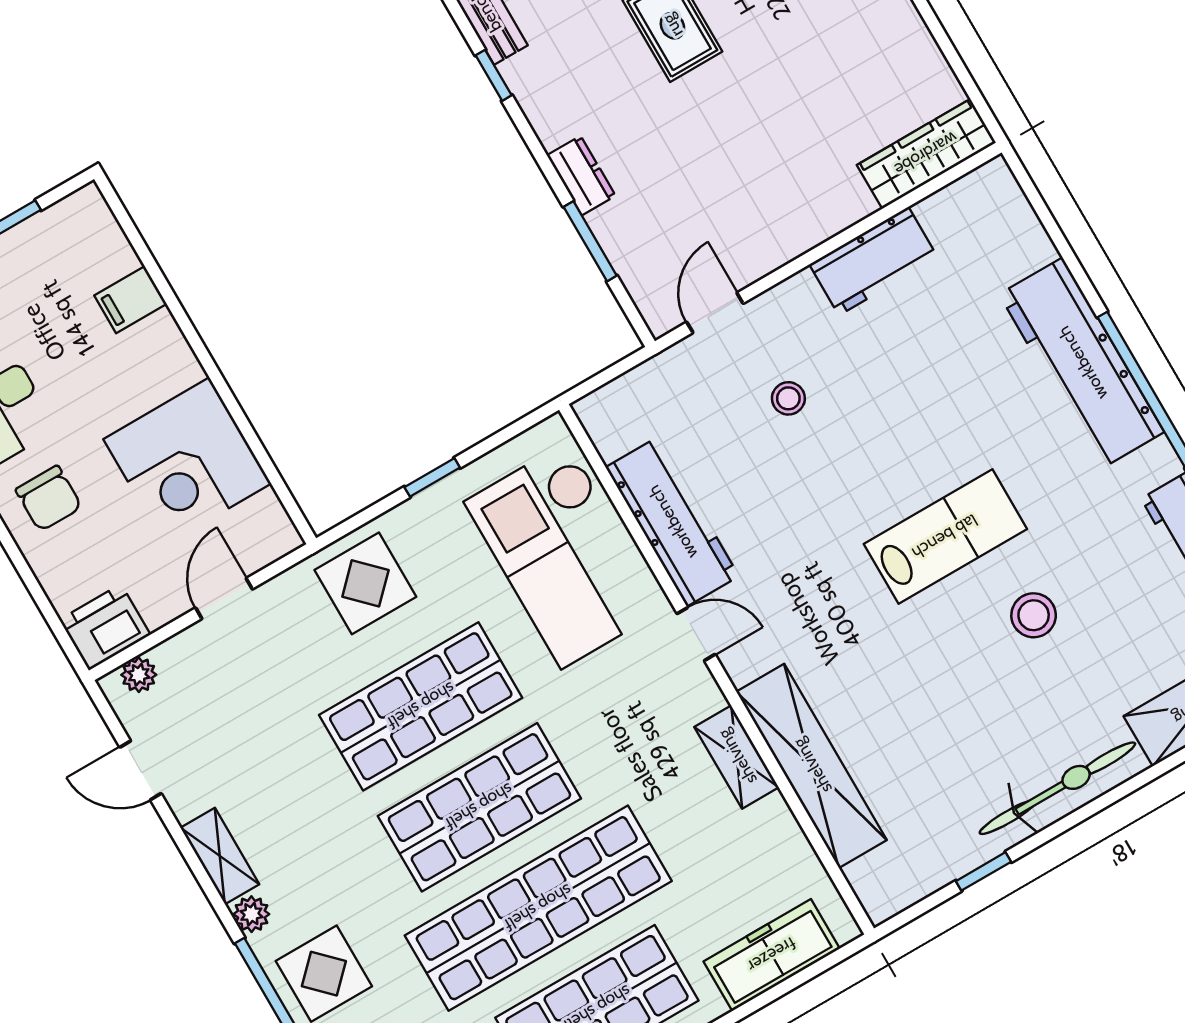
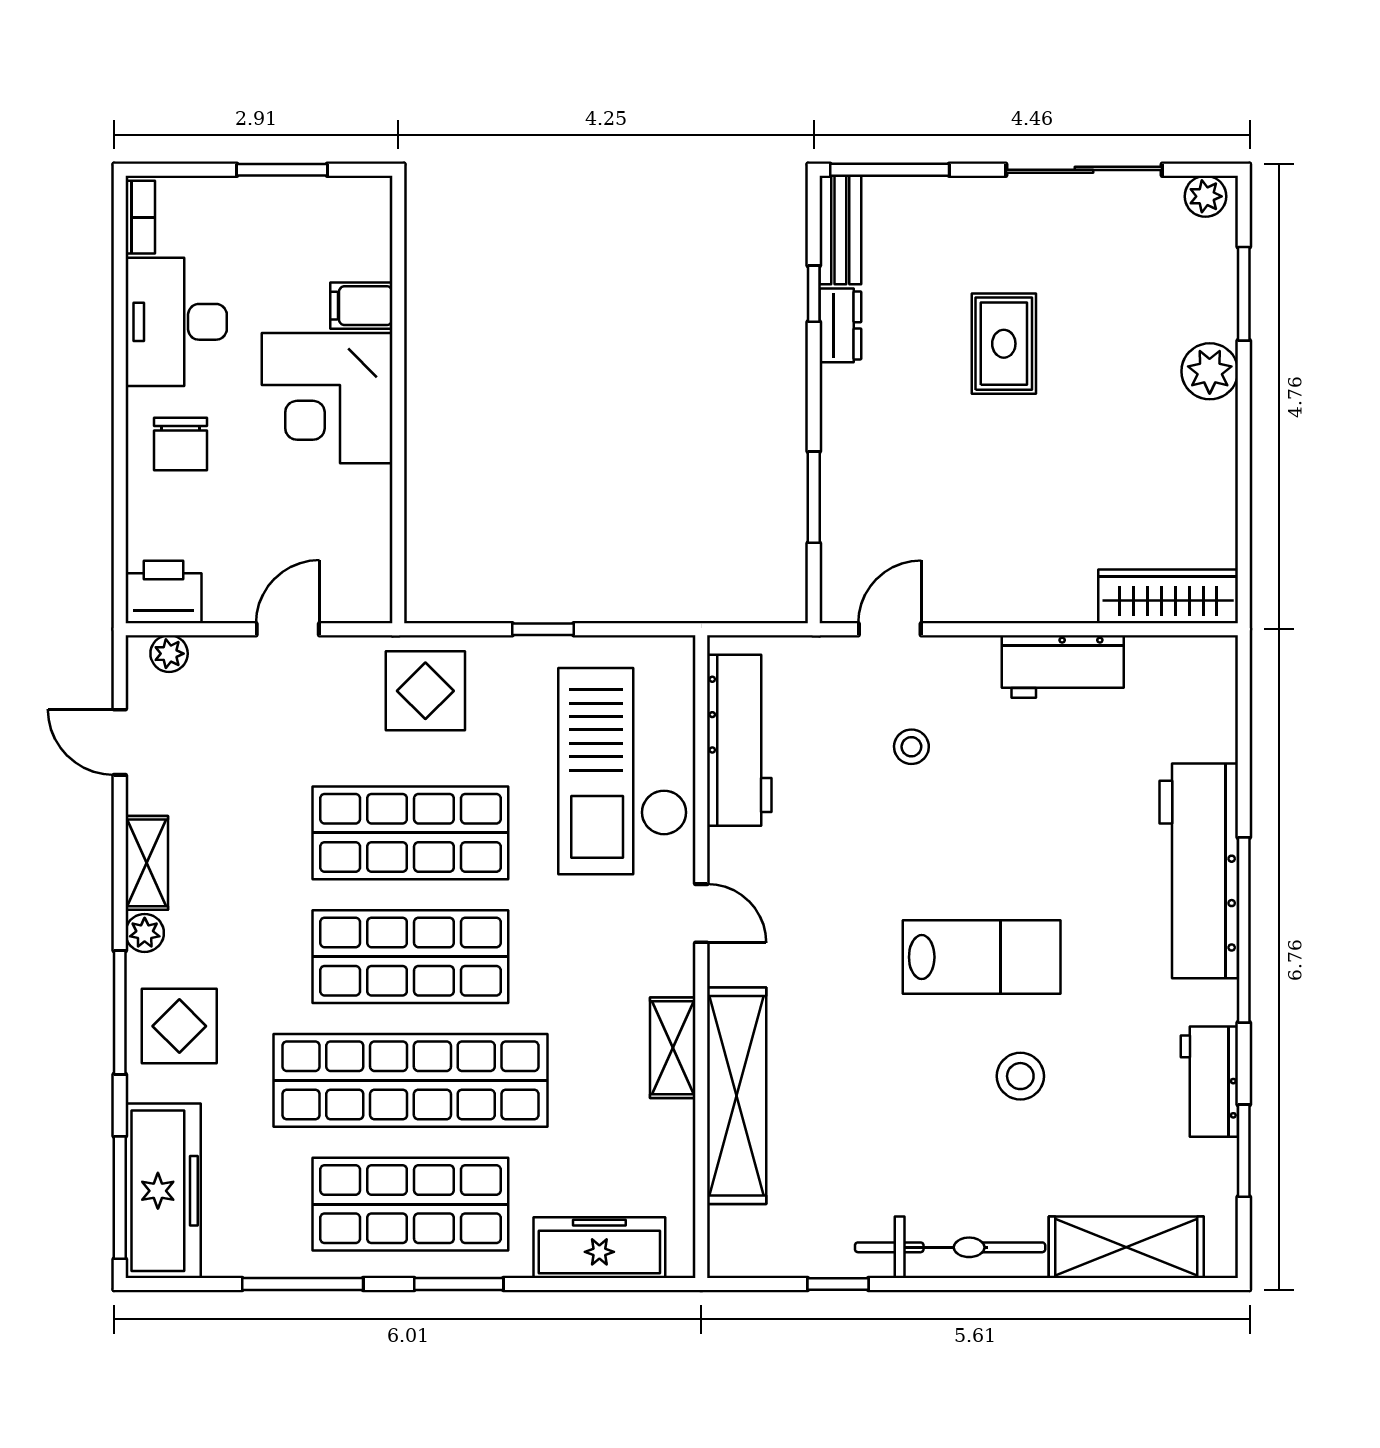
dresser: (581, 176) -> (840, 325), moved
corner desk: (187, 461) -> (327, 398), moved
workbench: (672, 522) -> (739, 740), moved

